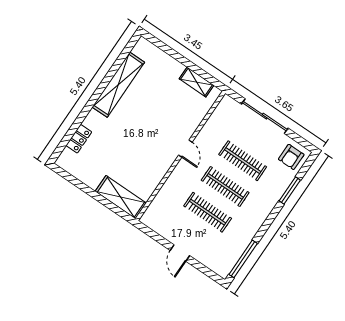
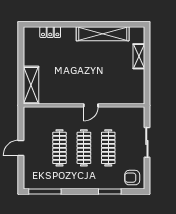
shelving: (197, 82) -> (139, 56), moved
sliding door: (265, 116) -> (147, 142), width x0.73

